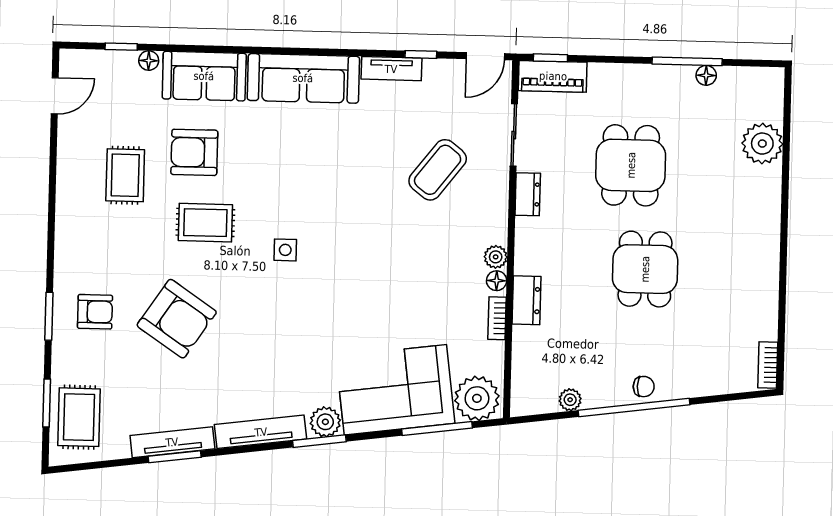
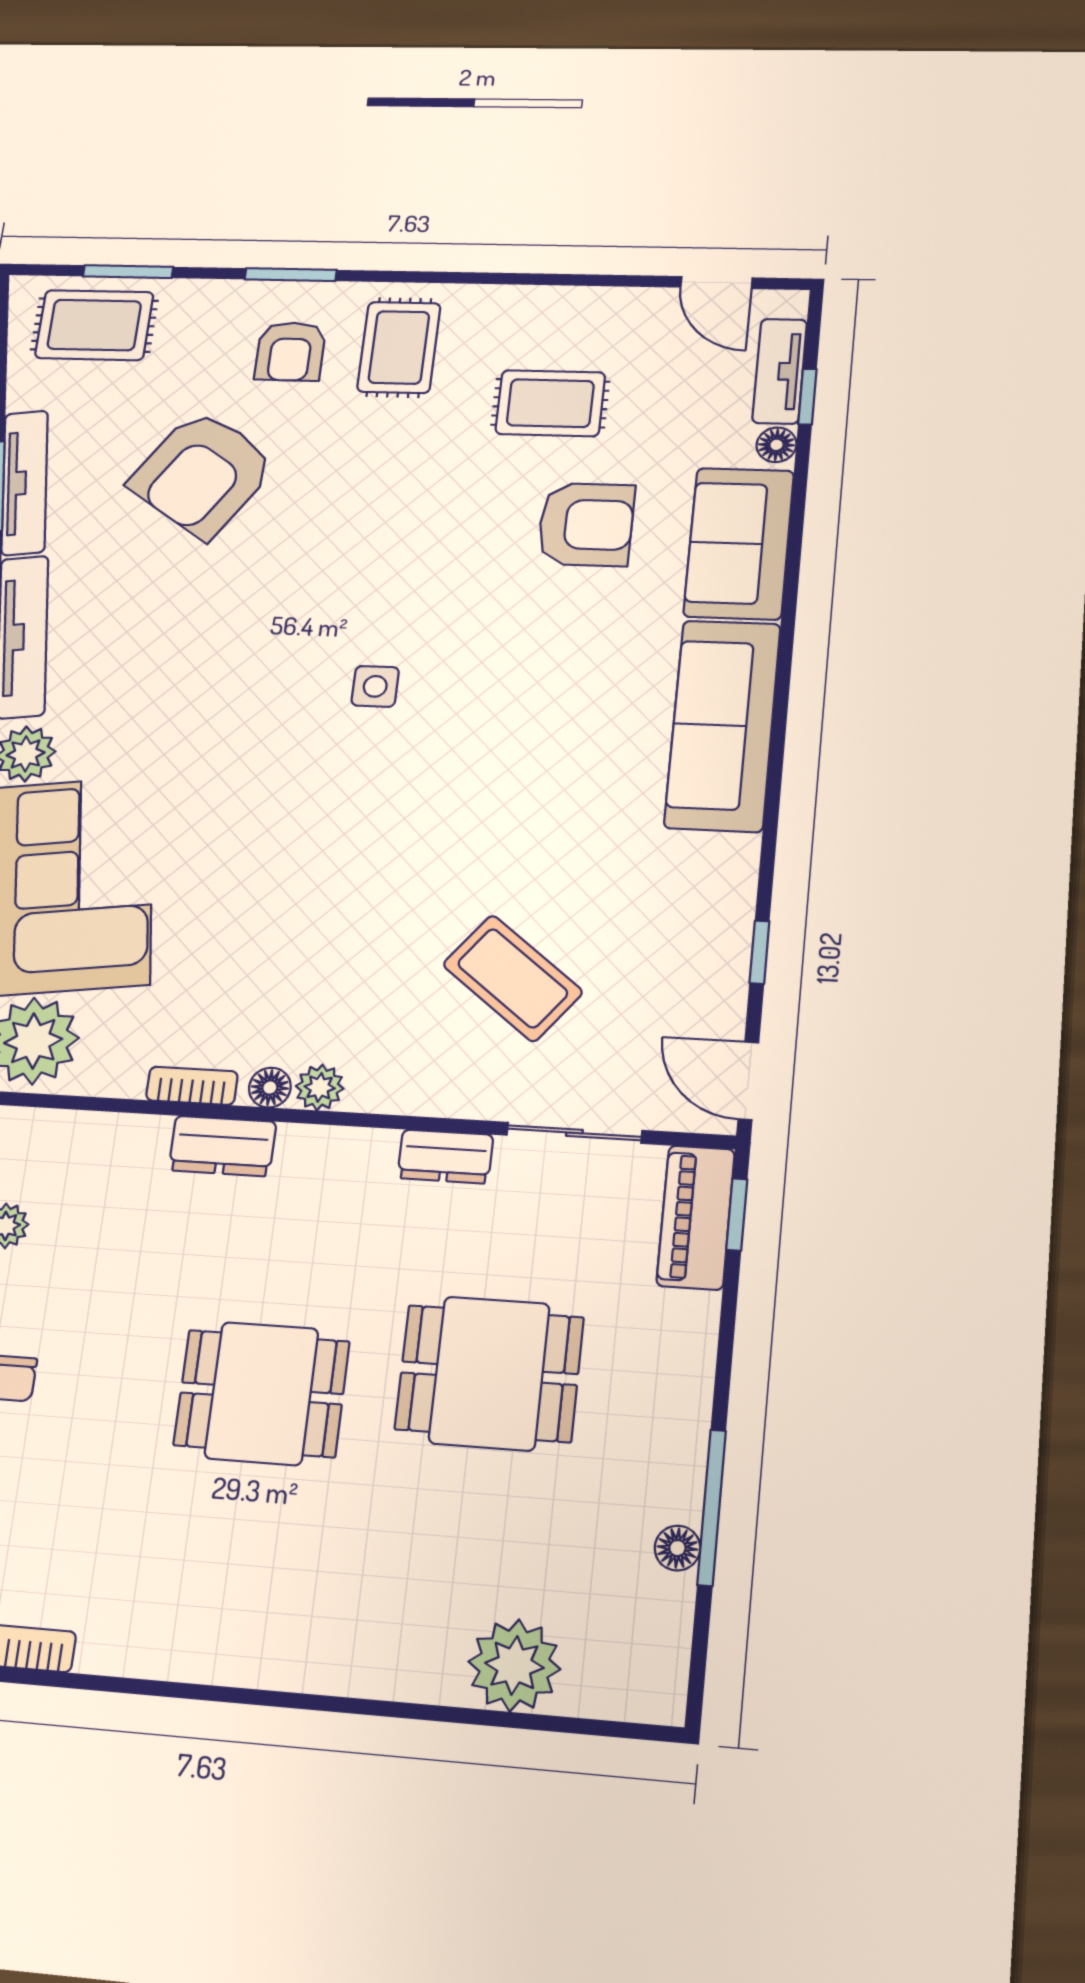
tv unit: (391, 69) -> (780, 371), moved
armchair: (194, 152) -> (586, 524), turned 90
rug: (205, 223) -> (399, 347), moved
armchair: (177, 319) -> (203, 474), moved

